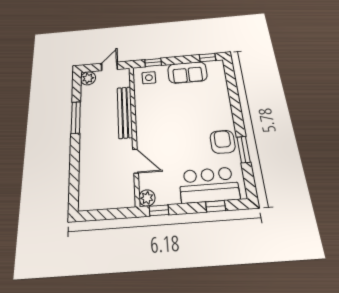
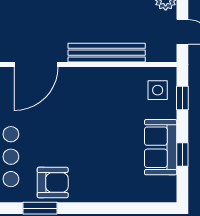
window: (208, 58) -> (182, 155), moved
door: (135, 161) -> (36, 65), width x1.36

